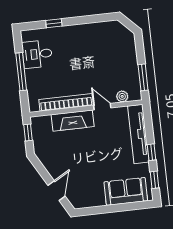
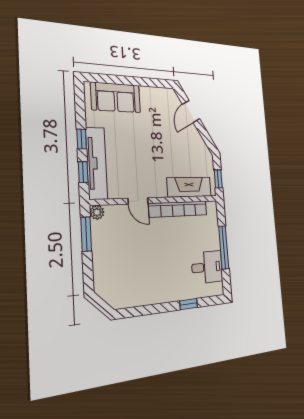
plant: (122, 96) -> (97, 212), moved
fireplace: (73, 121) -> (189, 187), moved
window: (155, 180) -> (83, 172), moved

